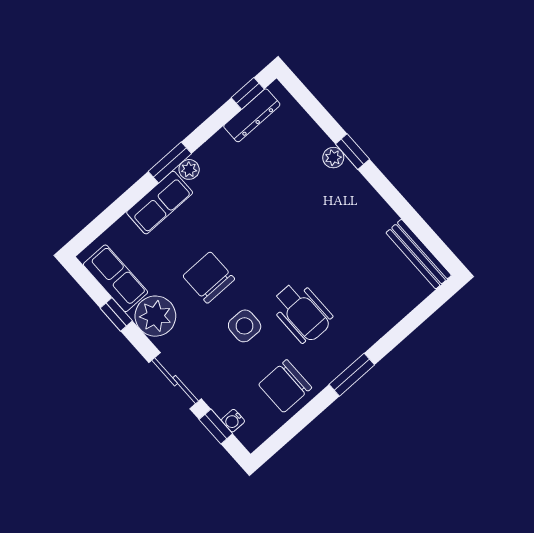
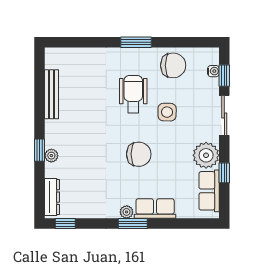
dresser: (252, 115) -> (52, 197), moved, turned 90
bench: (419, 254) -> (52, 94), moved
chair: (209, 277) -> (139, 154), moved, turned -90

